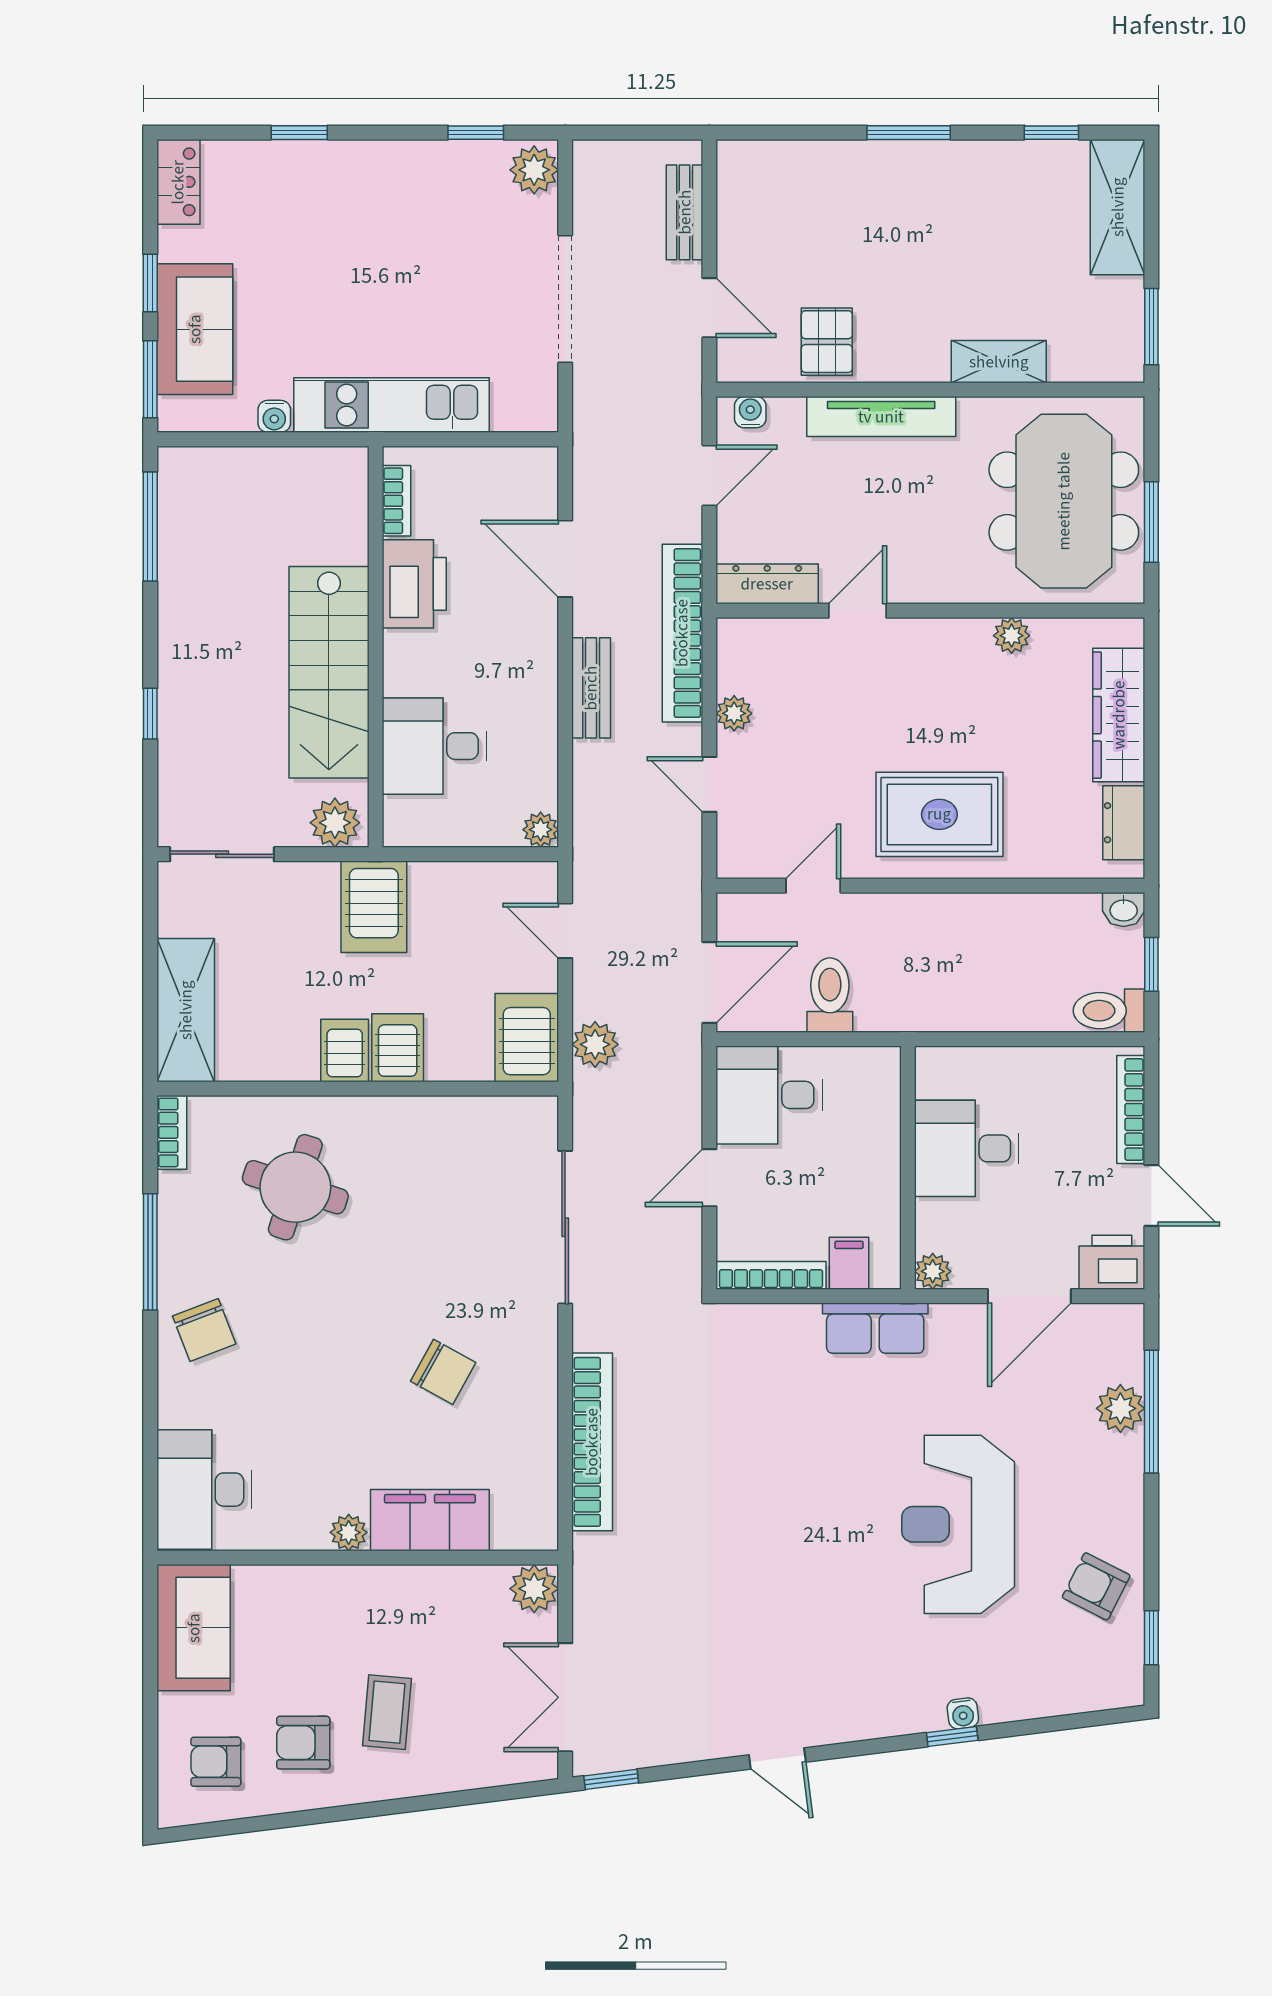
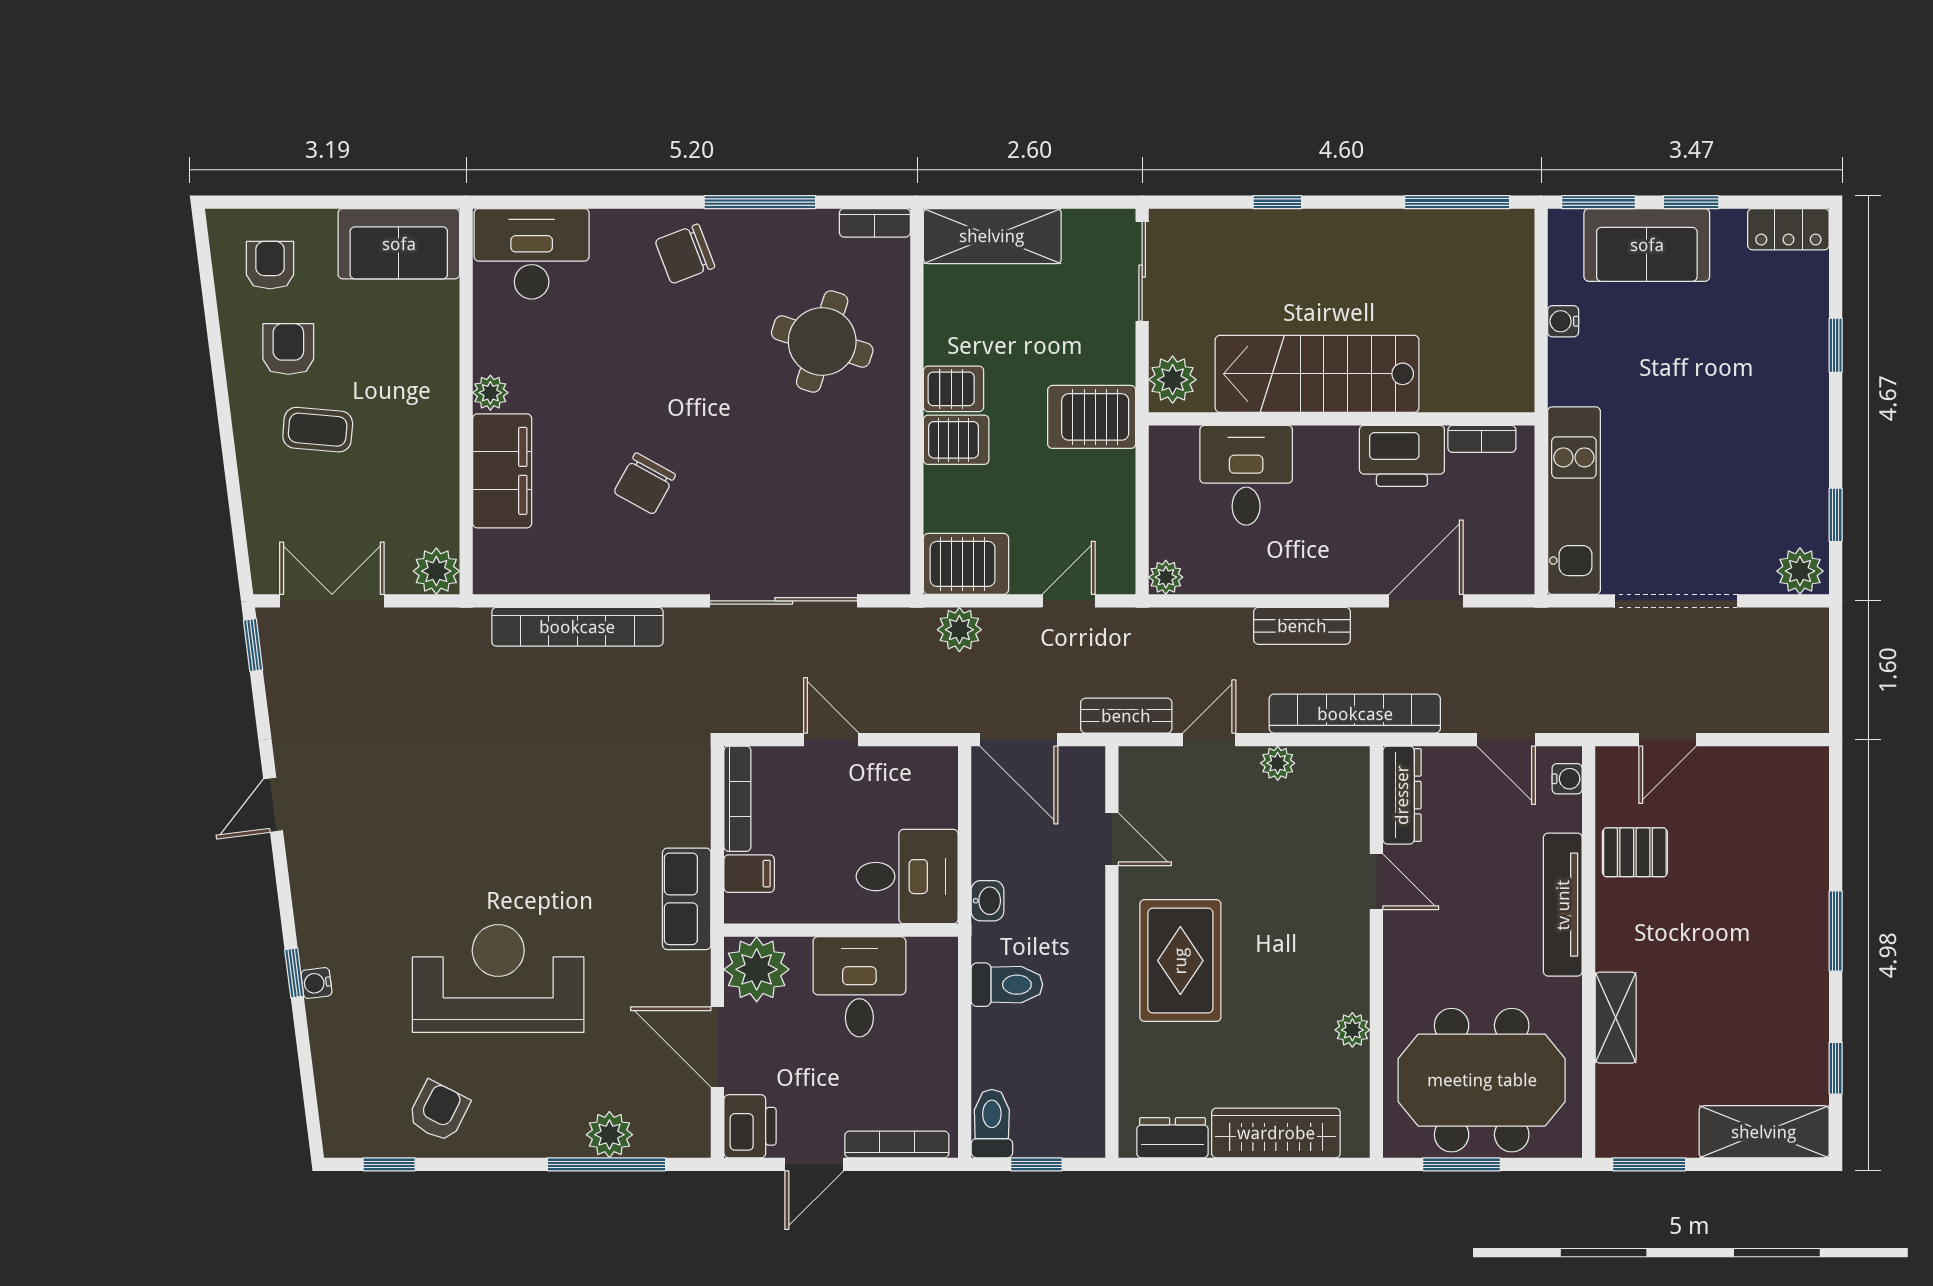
bench: (685, 212) -> (1126, 716), moved
kitchen unit: (392, 405) -> (1574, 501), moved
washbasin: (1124, 910) -> (987, 901), moved, turned 180
toilet: (830, 995) -> (1007, 985), moved
desk: (769, 1095) -> (907, 877), moved, turned 90
plant: (933, 1271) -> (757, 969), width x1.87, depth x1.87

